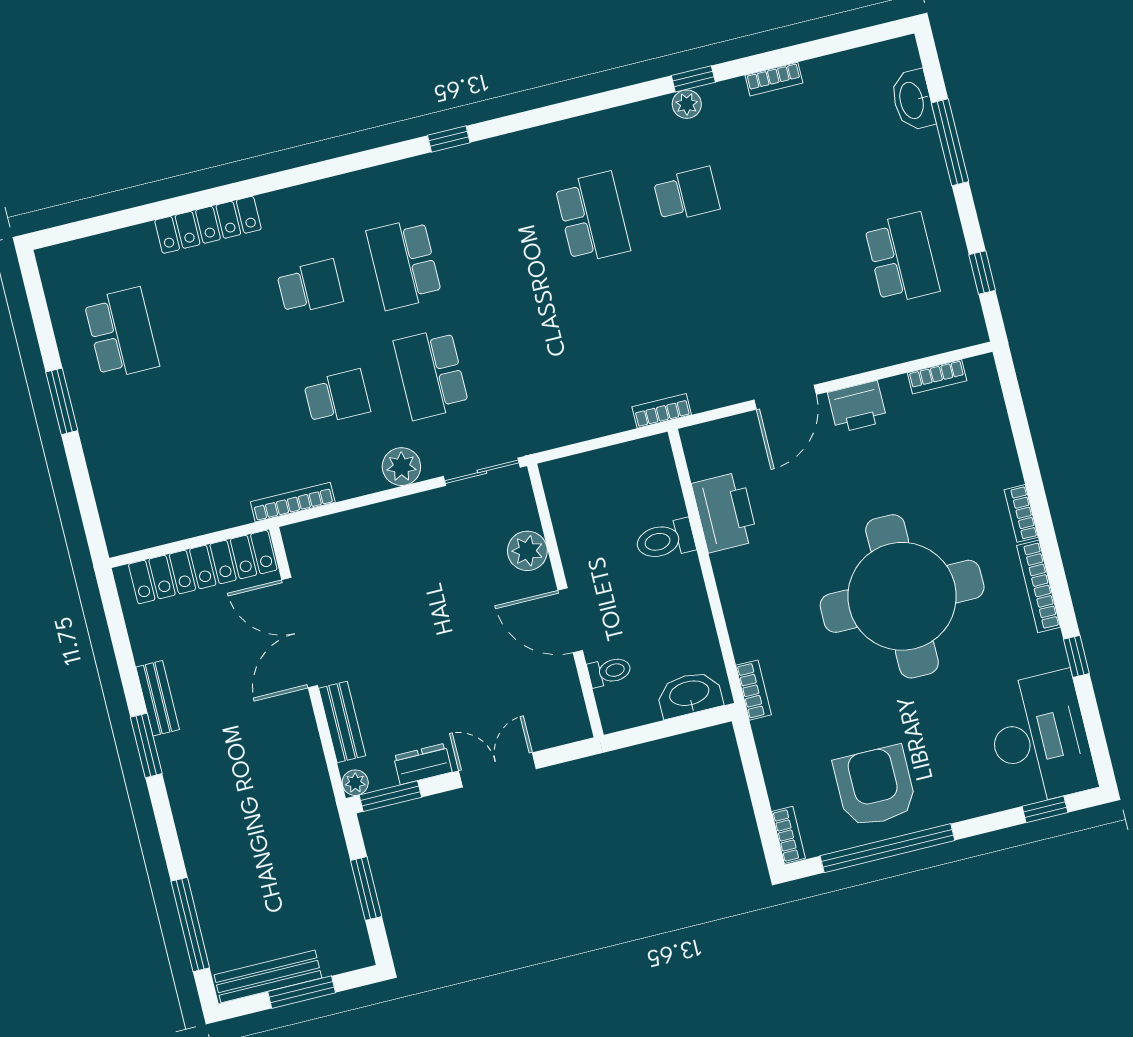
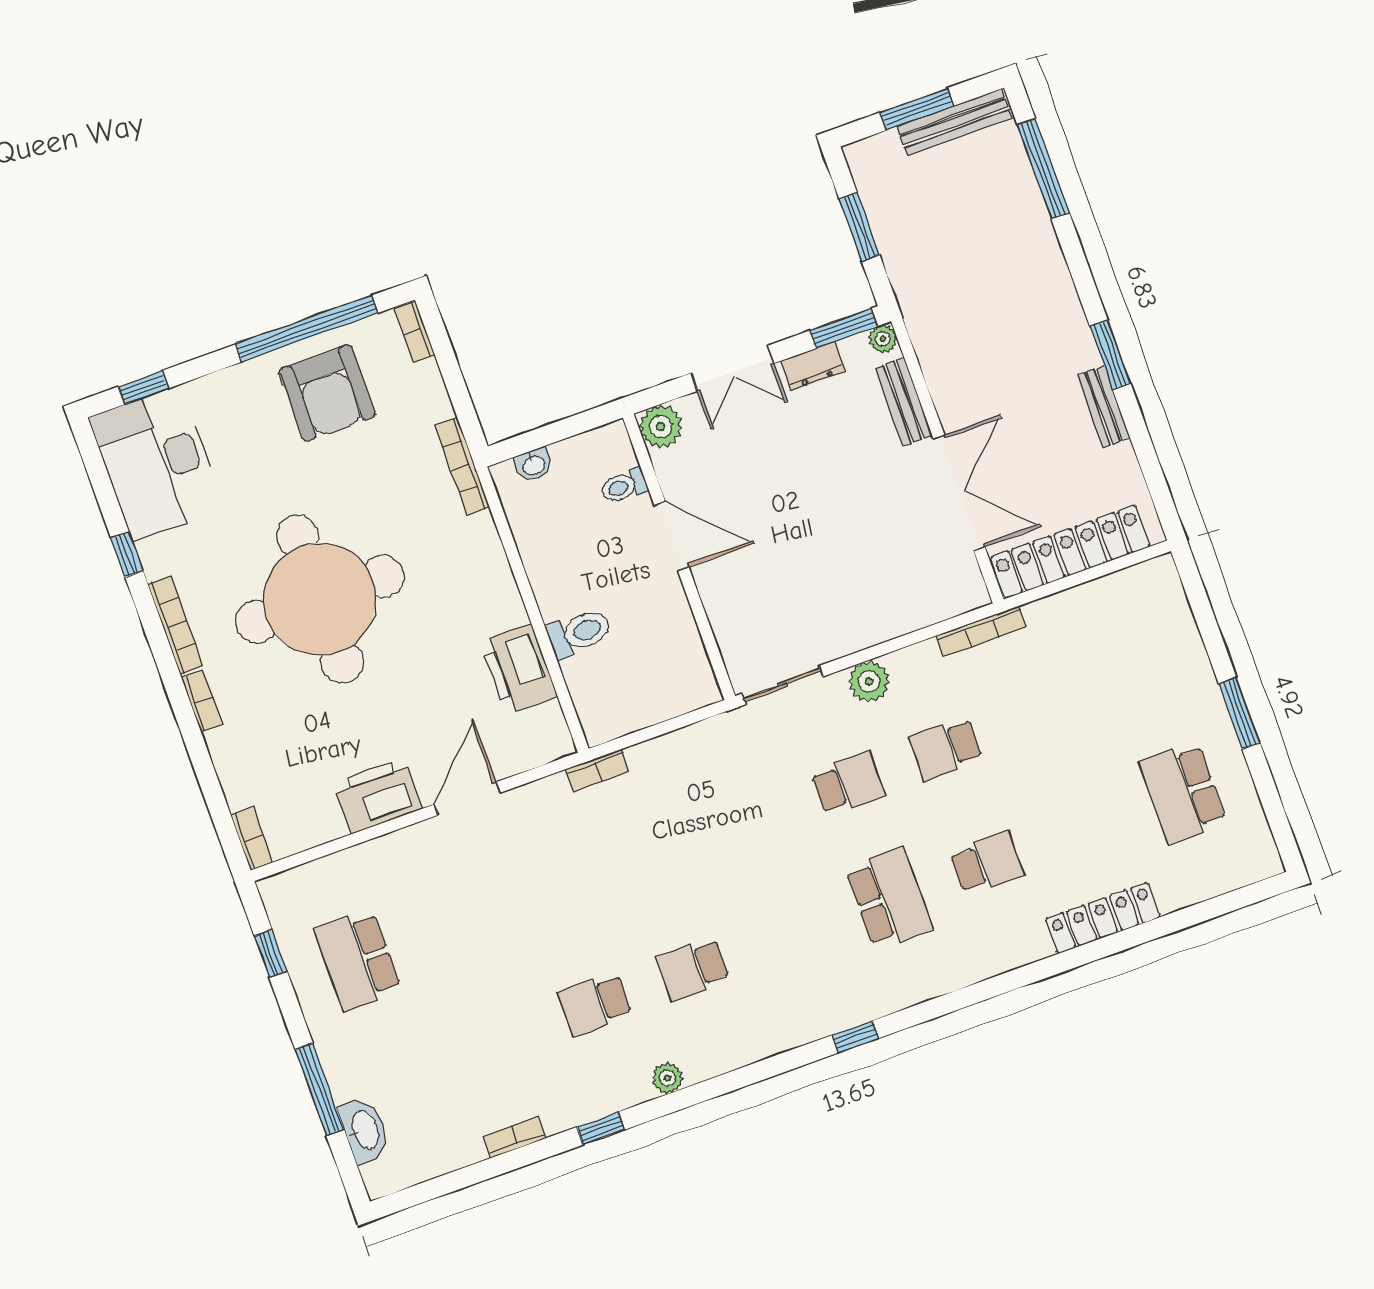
plant: (687, 104) -> (667, 1078), moved
school desk: (592, 218) -> (693, 969), width x0.54
school desk: (310, 287) -> (987, 863), turned 180
school desk: (431, 374) -> (848, 784), width x0.54
bookcase: (937, 377) -> (252, 838), moved, turned 90
printer: (857, 407) -> (378, 796), width x1.37, depth x1.19
plant: (527, 551) -> (661, 427), moved
bookcase: (754, 690) -> (462, 466), width x1.56
washbasin: (690, 694) -> (534, 465), width x0.52, depth x0.69

